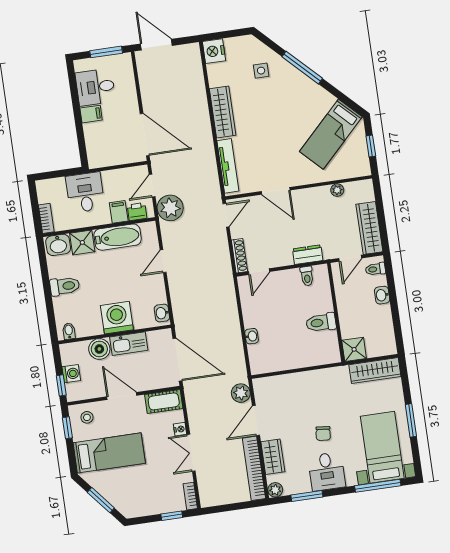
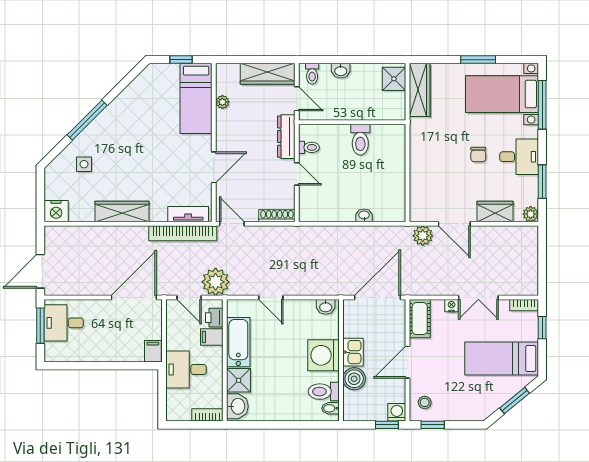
desk: (95, 87) -> (64, 323), moved, turned 90
filing cabinet: (91, 114) -> (153, 351), moved
bed: (331, 134) -> (196, 98), moved, turned 45
tv unit: (228, 166) -> (188, 214), width x0.71
dresser: (308, 255) -> (286, 137), width x1.44
door: (259, 272) -> (297, 174), moved
toilet: (65, 286) -> (324, 392), moved, turned -90
kitchen sink: (129, 344) -> (353, 352), width x0.73
shower: (354, 349) -> (394, 79), moved
washing machine: (71, 374) -> (397, 412), moved
chair: (323, 433) -> (478, 155), turned 84
bed: (109, 453) -> (502, 359), moved, turned -90
bookcase: (254, 468) -> (183, 233), moved

